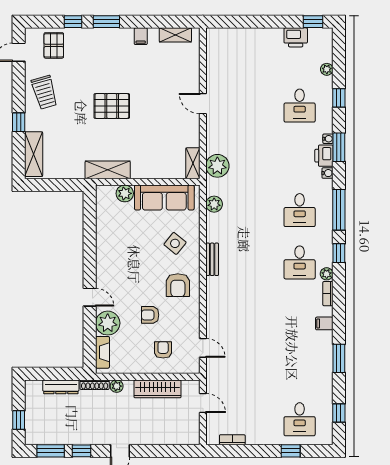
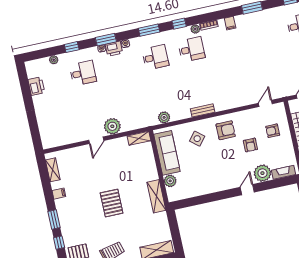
window: (313, 22) -> (23, 76), removed
plant: (217, 166) -> (112, 126), moved
window: (339, 210) -> (149, 30), width x0.69

